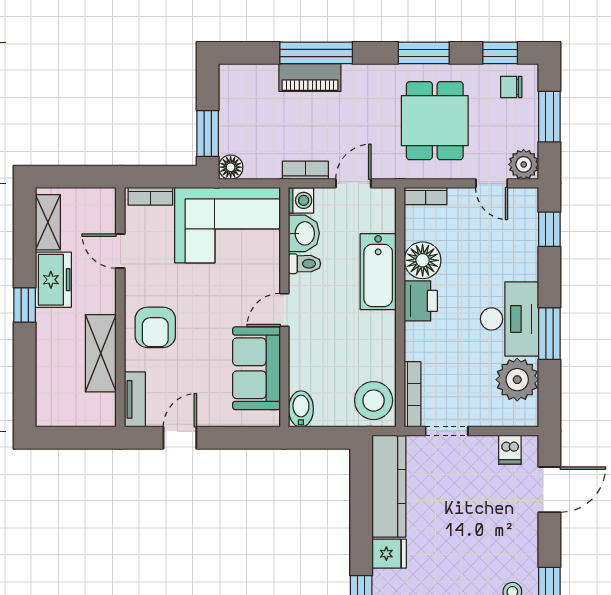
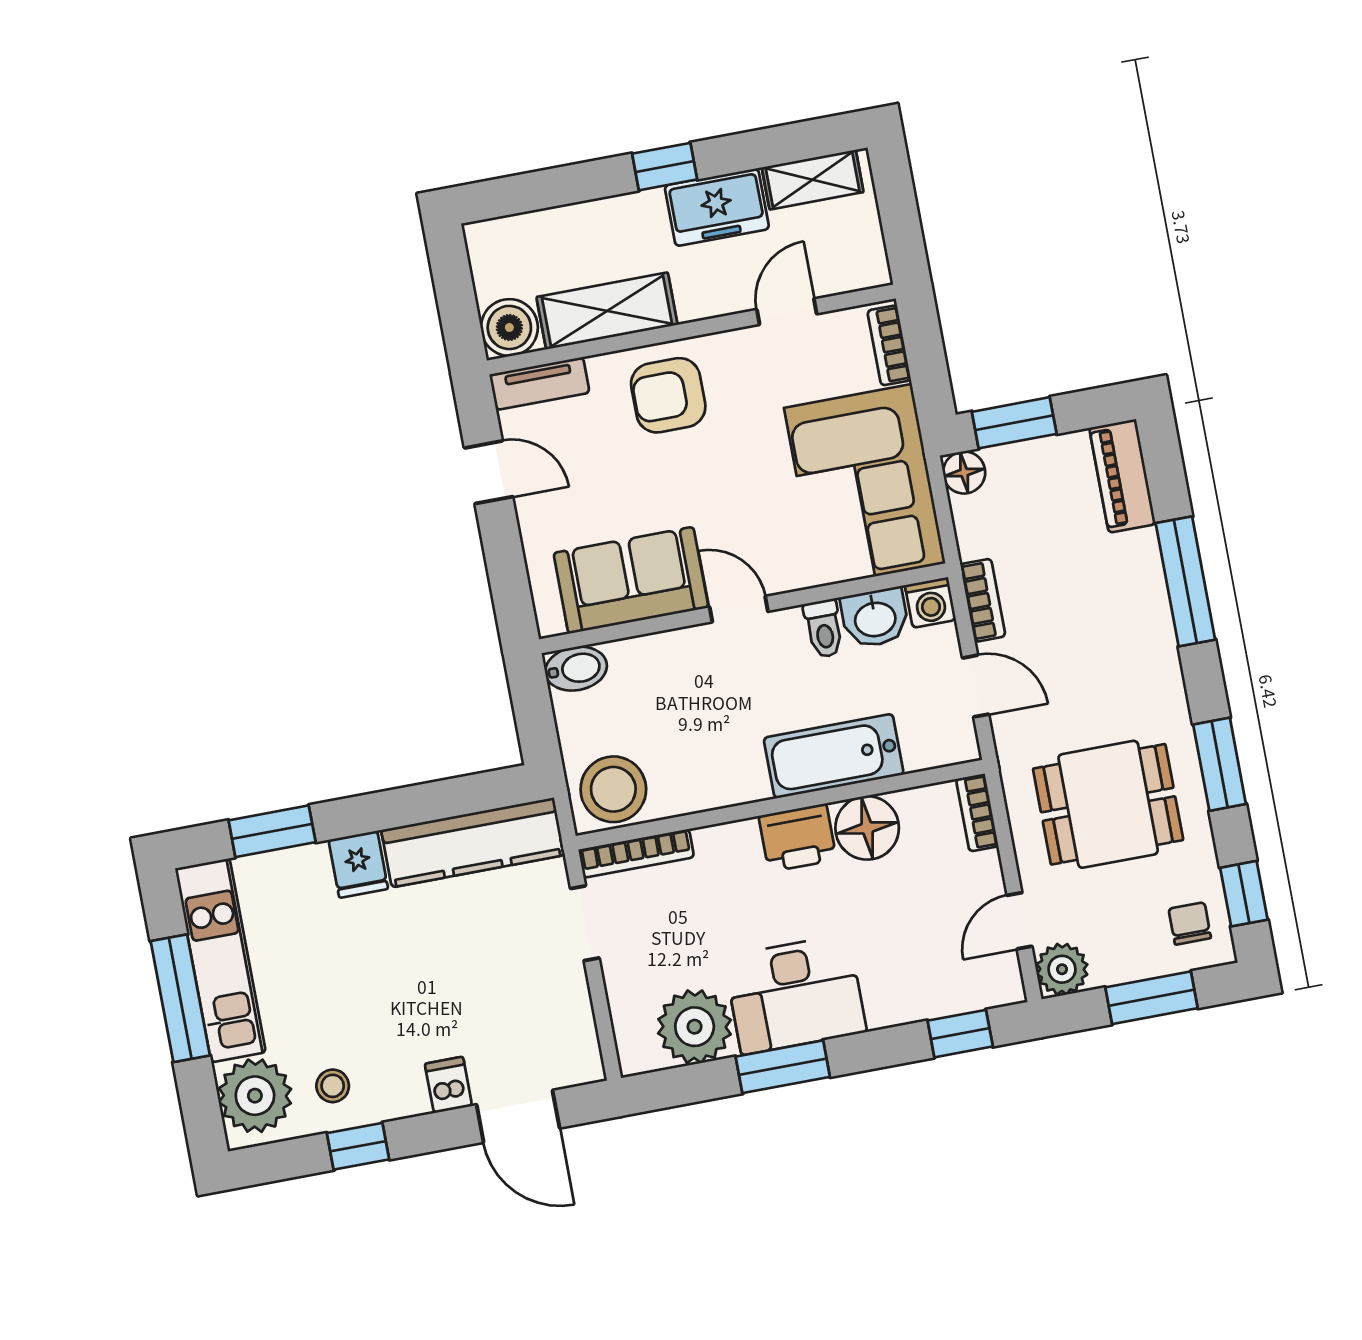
piano: (310, 78) -> (1122, 476), moved
boiler: (100, 411) -> (509, 327), added
dishwasher: (510, 450) -> (448, 1085), moved, turned 90

